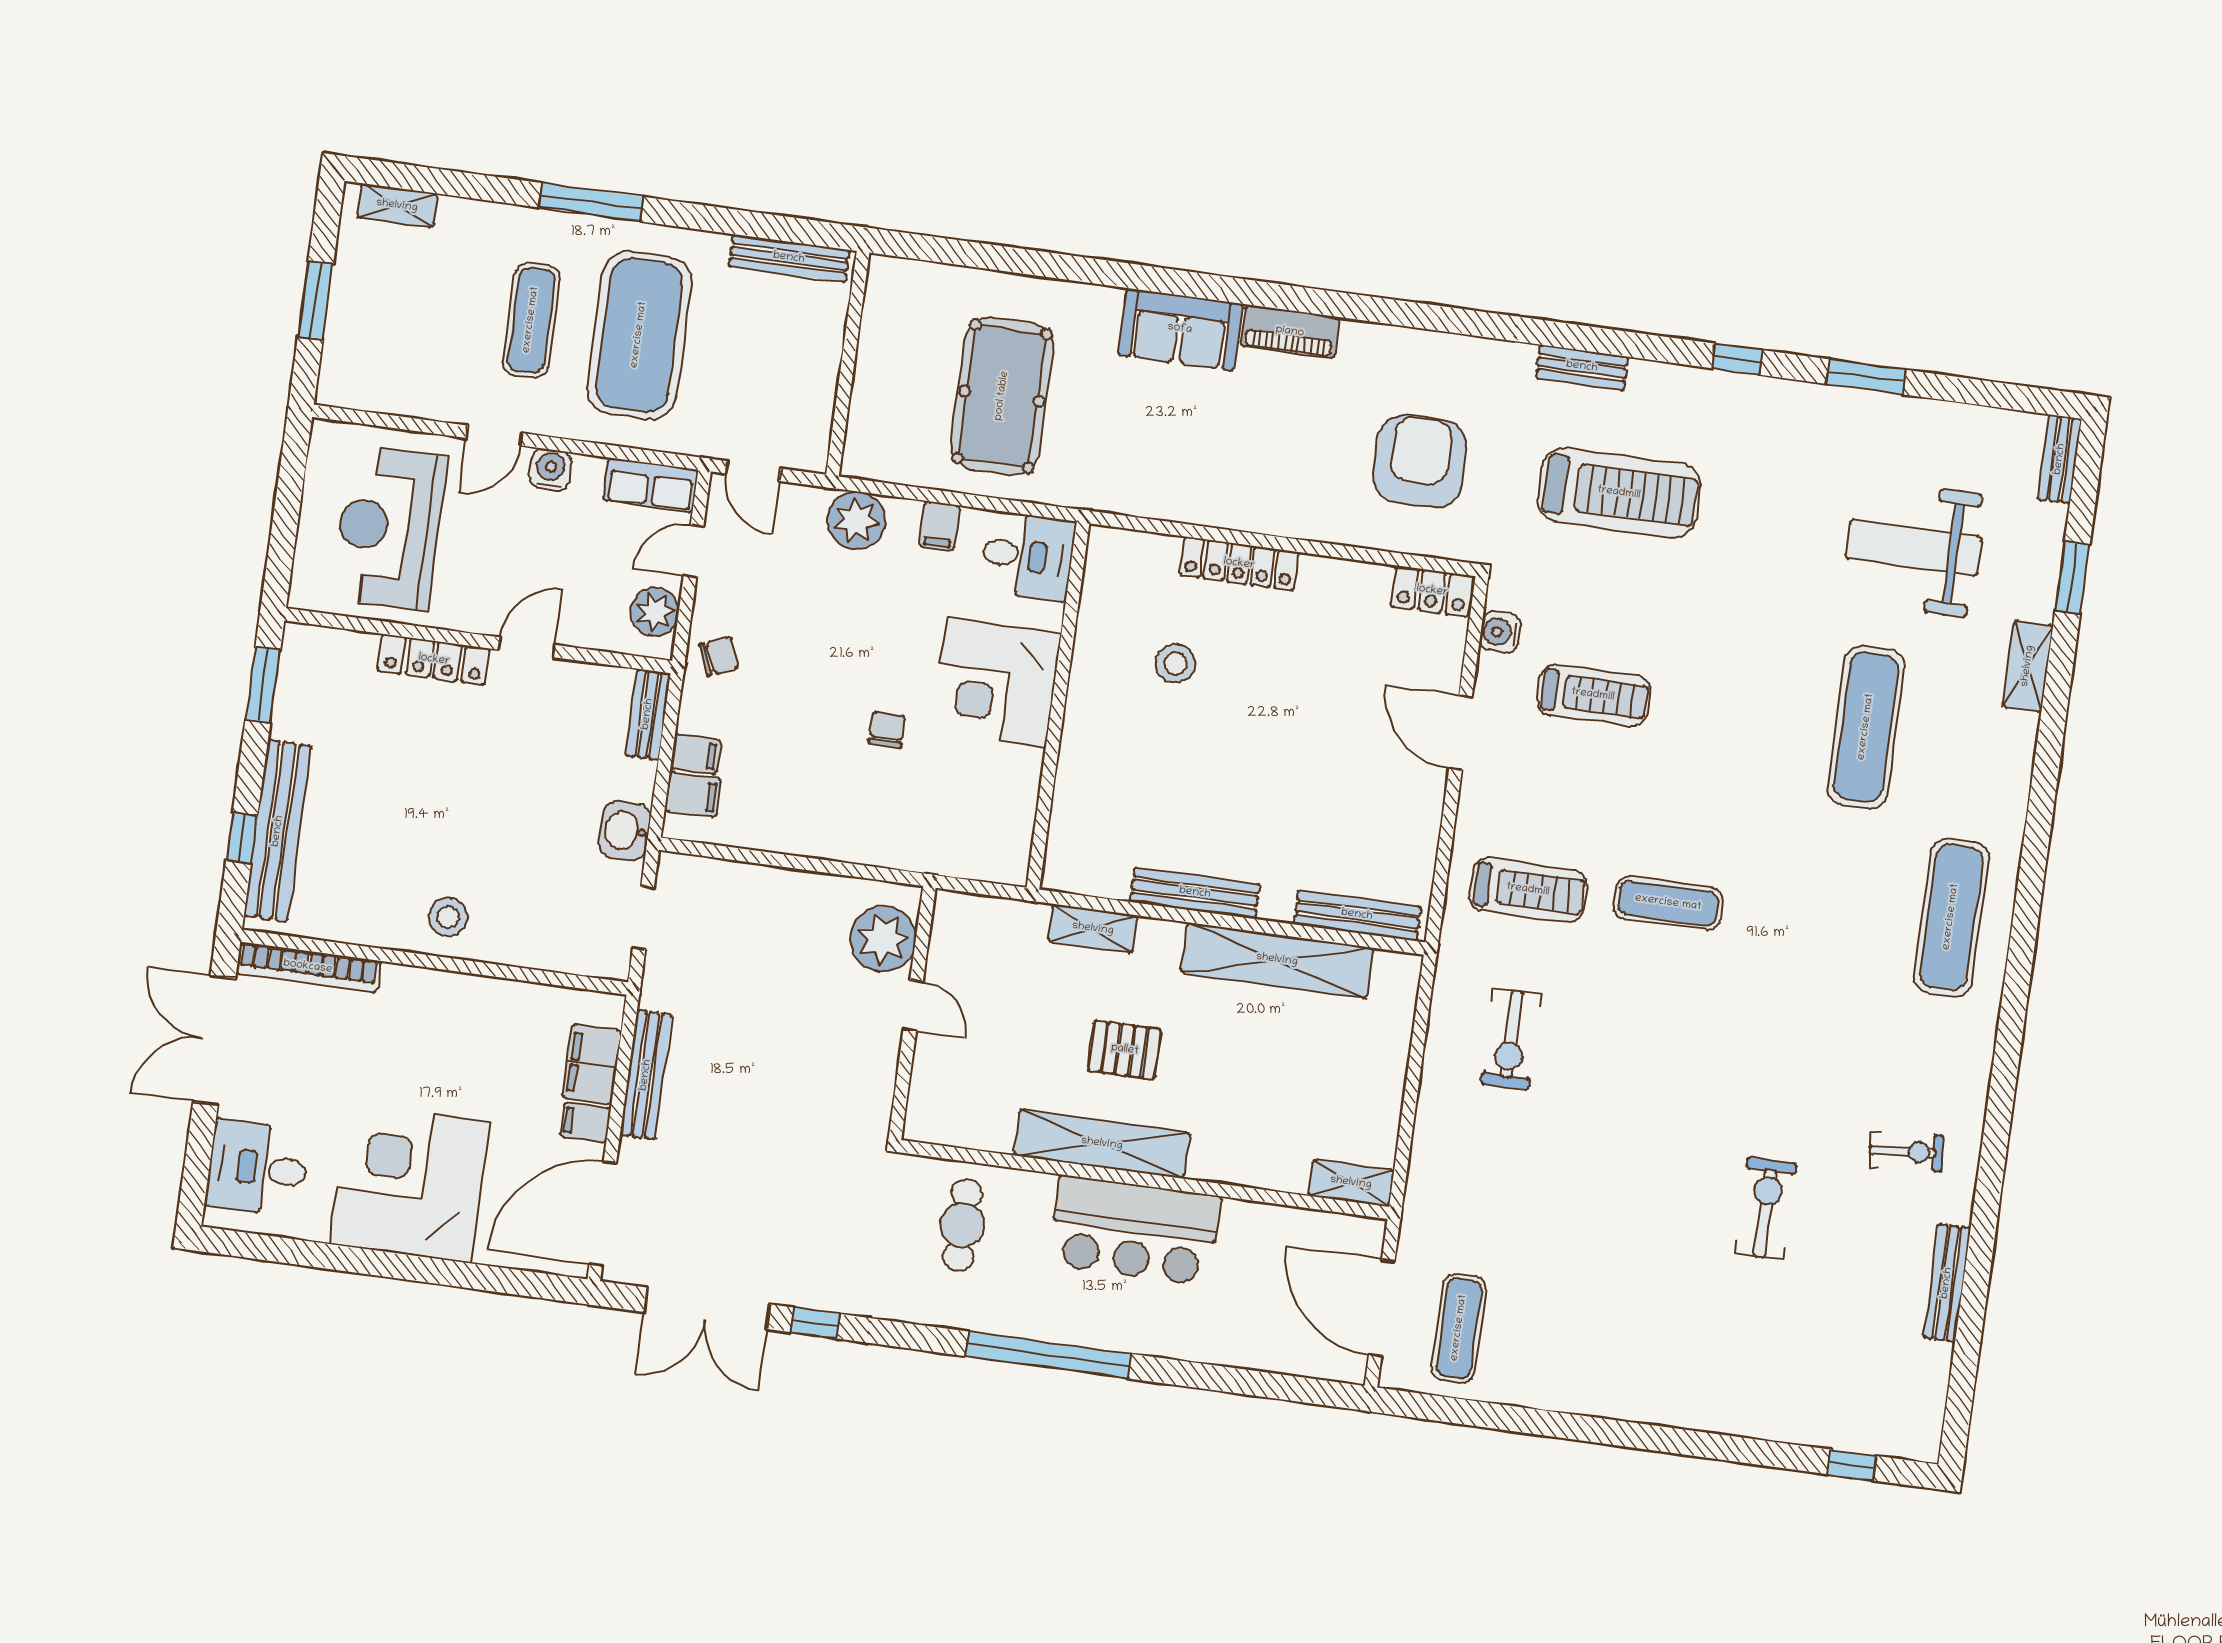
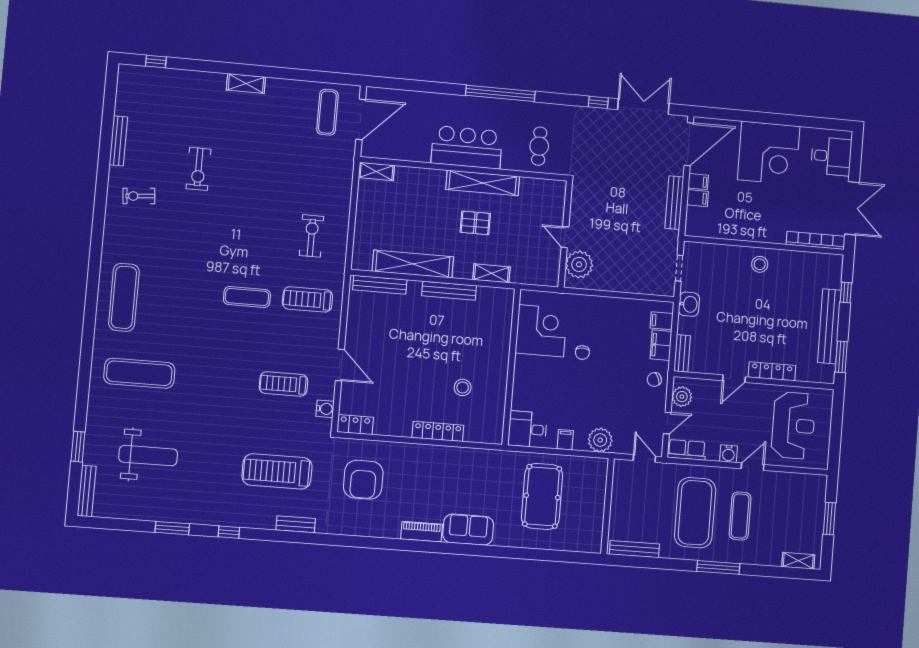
bench: (2060, 459) -> (87, 491), width x1.36
shelving: (2028, 666) -> (246, 83), moved, turned 90
corner desk: (996, 683) -> (541, 331), moved
exercise mat: (1866, 727) -> (139, 373), moved, turned 90
filing cabinet: (696, 754) -> (661, 345), width x2.00
bench: (278, 831) -> (829, 326), moved
filing cabinet: (592, 1064) -> (697, 198), width x0.50
door: (1382, 1308) -> (361, 119), hinge flipped

